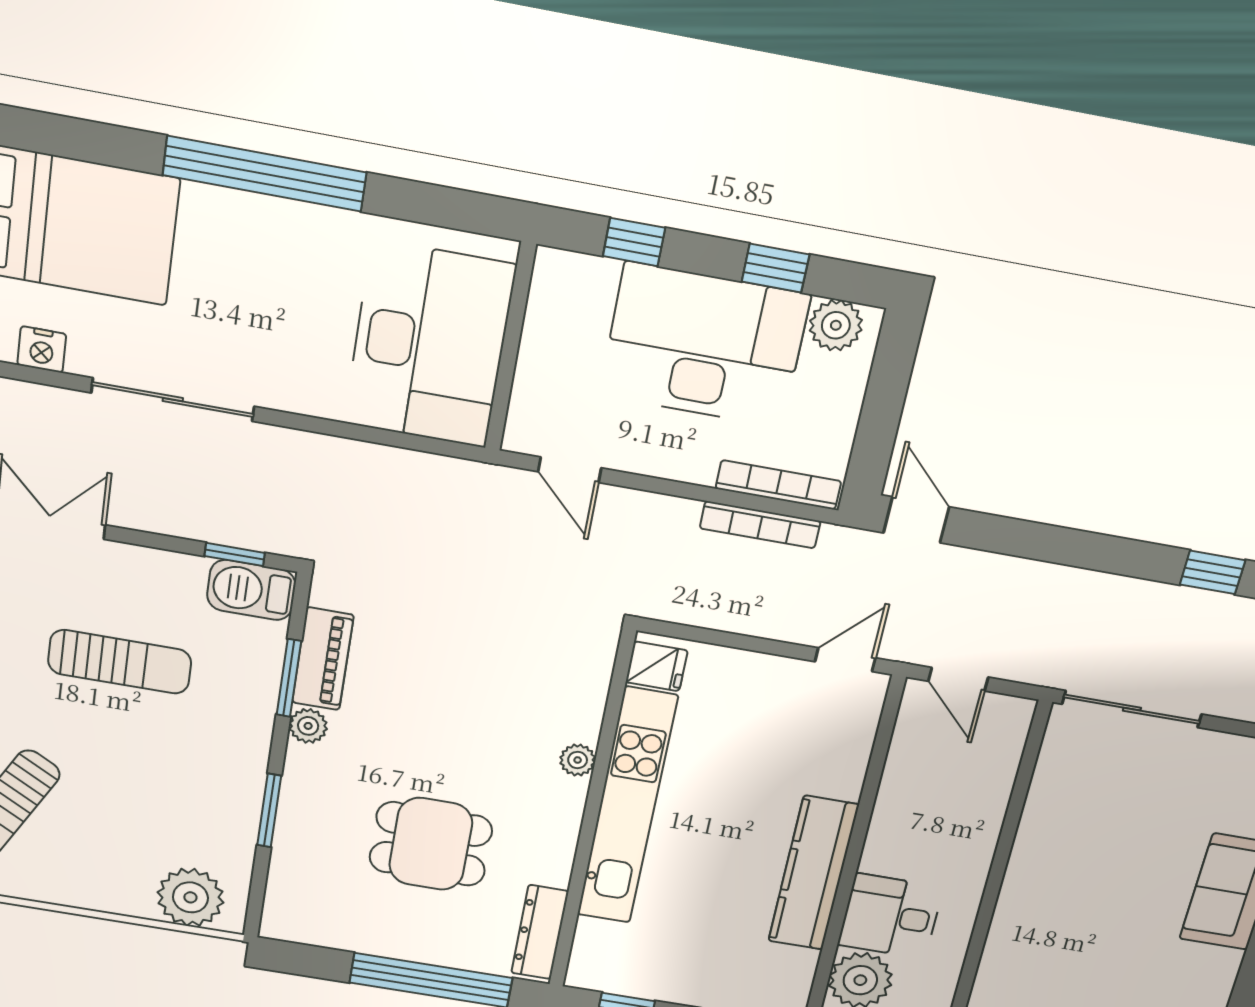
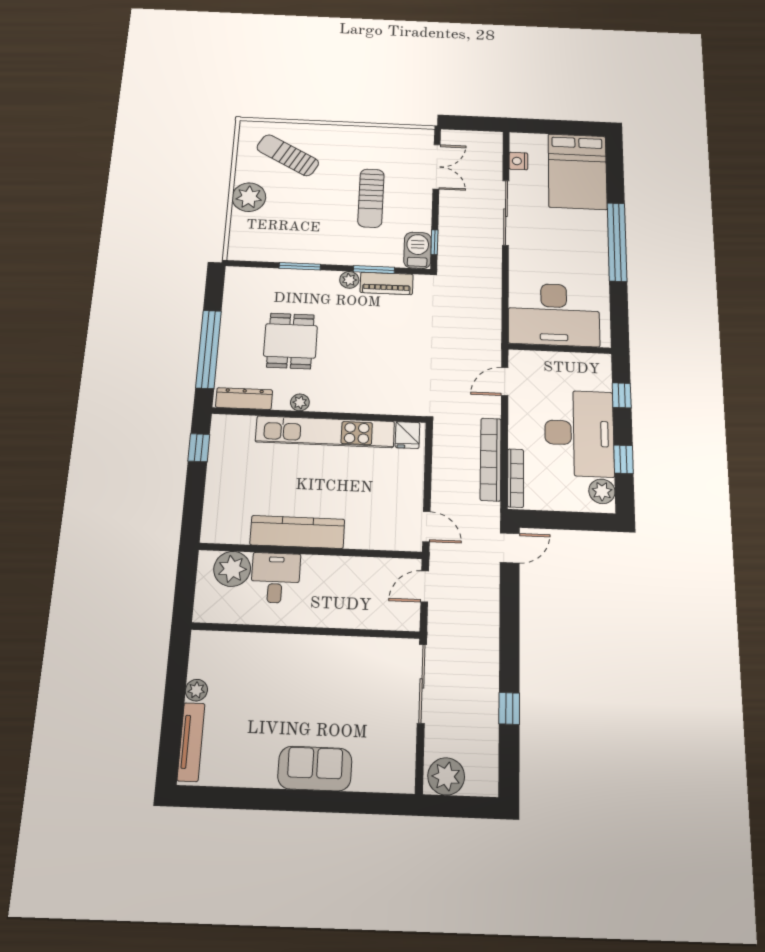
bookcase: (760, 525) -> (491, 459), width x1.48, depth x1.31
plant: (578, 760) -> (300, 402), moved
plant: (190, 897) -> (249, 197), moved

